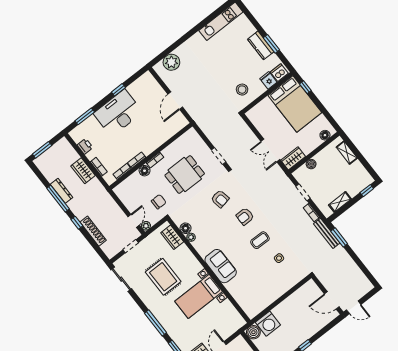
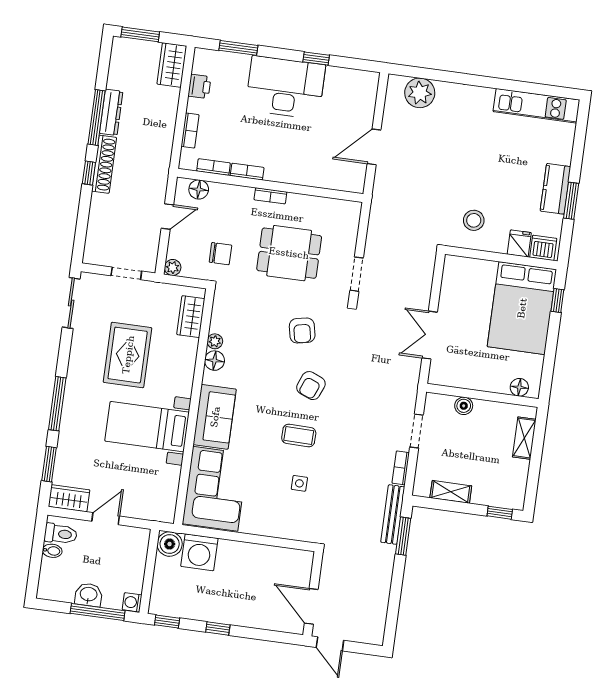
wardrobe: (293, 158) -> (448, 375), removed
wardrobe: (83, 171) -> (172, 65), moved
floor lamp: (145, 171) -> (199, 189), moved
armchair: (245, 216) -> (311, 386), turned -68
door: (134, 221) -> (167, 216), moved
floor lamp: (186, 228) -> (215, 361), moved
shoe rack: (93, 231) -> (104, 164), moved
corner sofa: (249, 293) -> (215, 489), added

